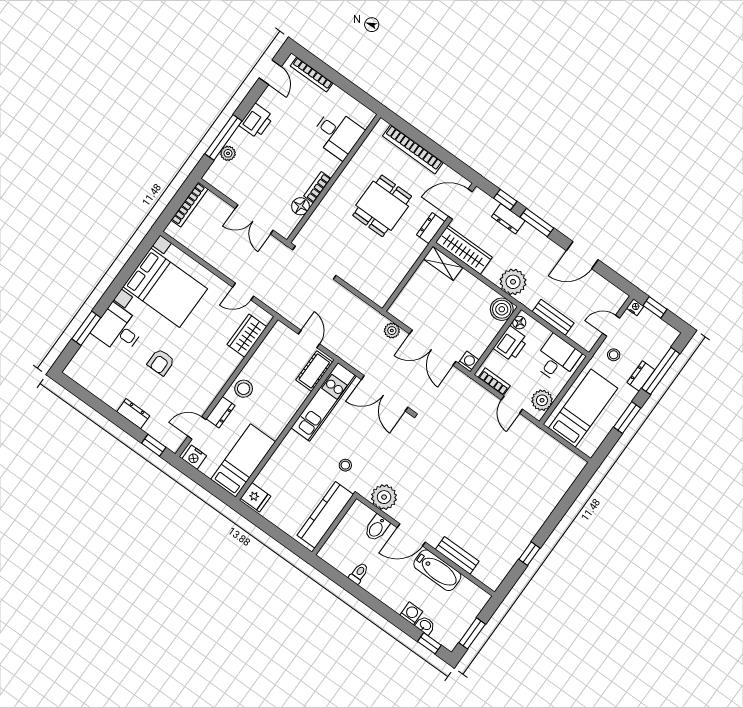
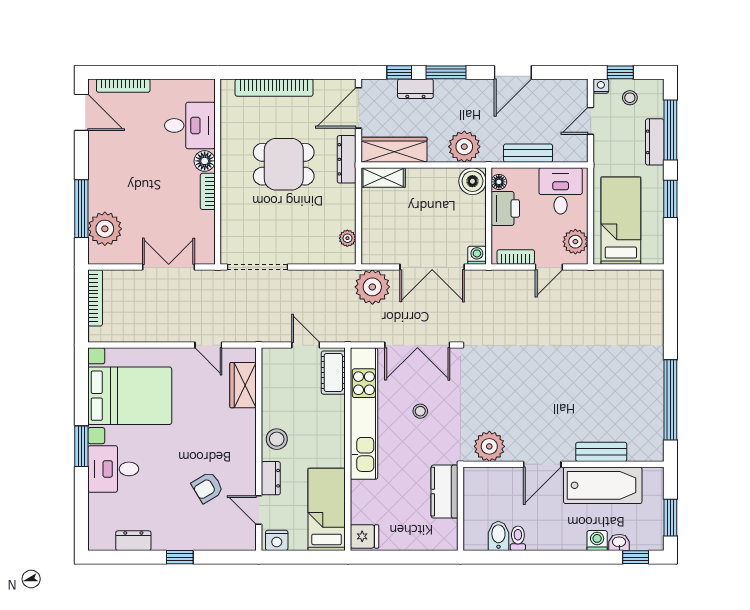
door: (270, 72) -> (81, 112), width x1.38
printer: (256, 121) -> (102, 170), removed
plant: (228, 153) -> (105, 229), width x1.87, depth x1.87
floor lamp: (300, 206) -> (205, 161), moved
dining table: (382, 206) -> (284, 164), turned 90
double door: (254, 219) -> (169, 267), swing flipped
dresser: (431, 228) -> (347, 159), width x1.44
plant: (389, 287) -> (347, 238), added
door: (243, 292) -> (208, 345), hinge flipped
window: (86, 328) -> (81, 446), moved
plant: (392, 331) -> (372, 287), width x1.88, depth x1.88
stool: (614, 355) -> (630, 98), moved
armchair: (161, 362) -> (207, 487), moved, turned 59
dresser: (641, 376) -> (655, 142), width x1.44
kitchen unit: (324, 402) -> (364, 414), width x1.36
door: (512, 405) -> (549, 267), hinge flipped
dresser: (133, 414) -> (133, 541), moved
door: (197, 428) -> (259, 510), hinge flipped
window: (154, 445) -> (180, 557), moved
stool: (345, 465) -> (420, 411), moved
kitchen counter: (325, 515) -> (445, 492), width x0.67
bidet: (377, 528) -> (498, 536), moved, turned 180
window: (529, 554) -> (670, 400), width x3.17
bathtub: (437, 570) -> (603, 485), width x1.36, depth x1.36

